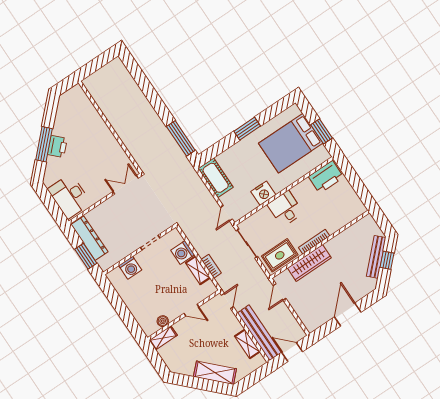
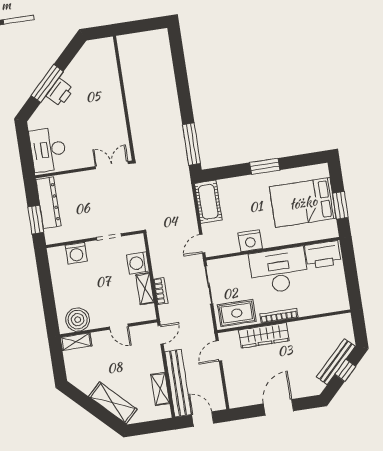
desk: (285, 209) -> (279, 270), width x1.87, depth x1.30
boiler: (163, 321) -> (78, 320), width x1.86, depth x1.86

